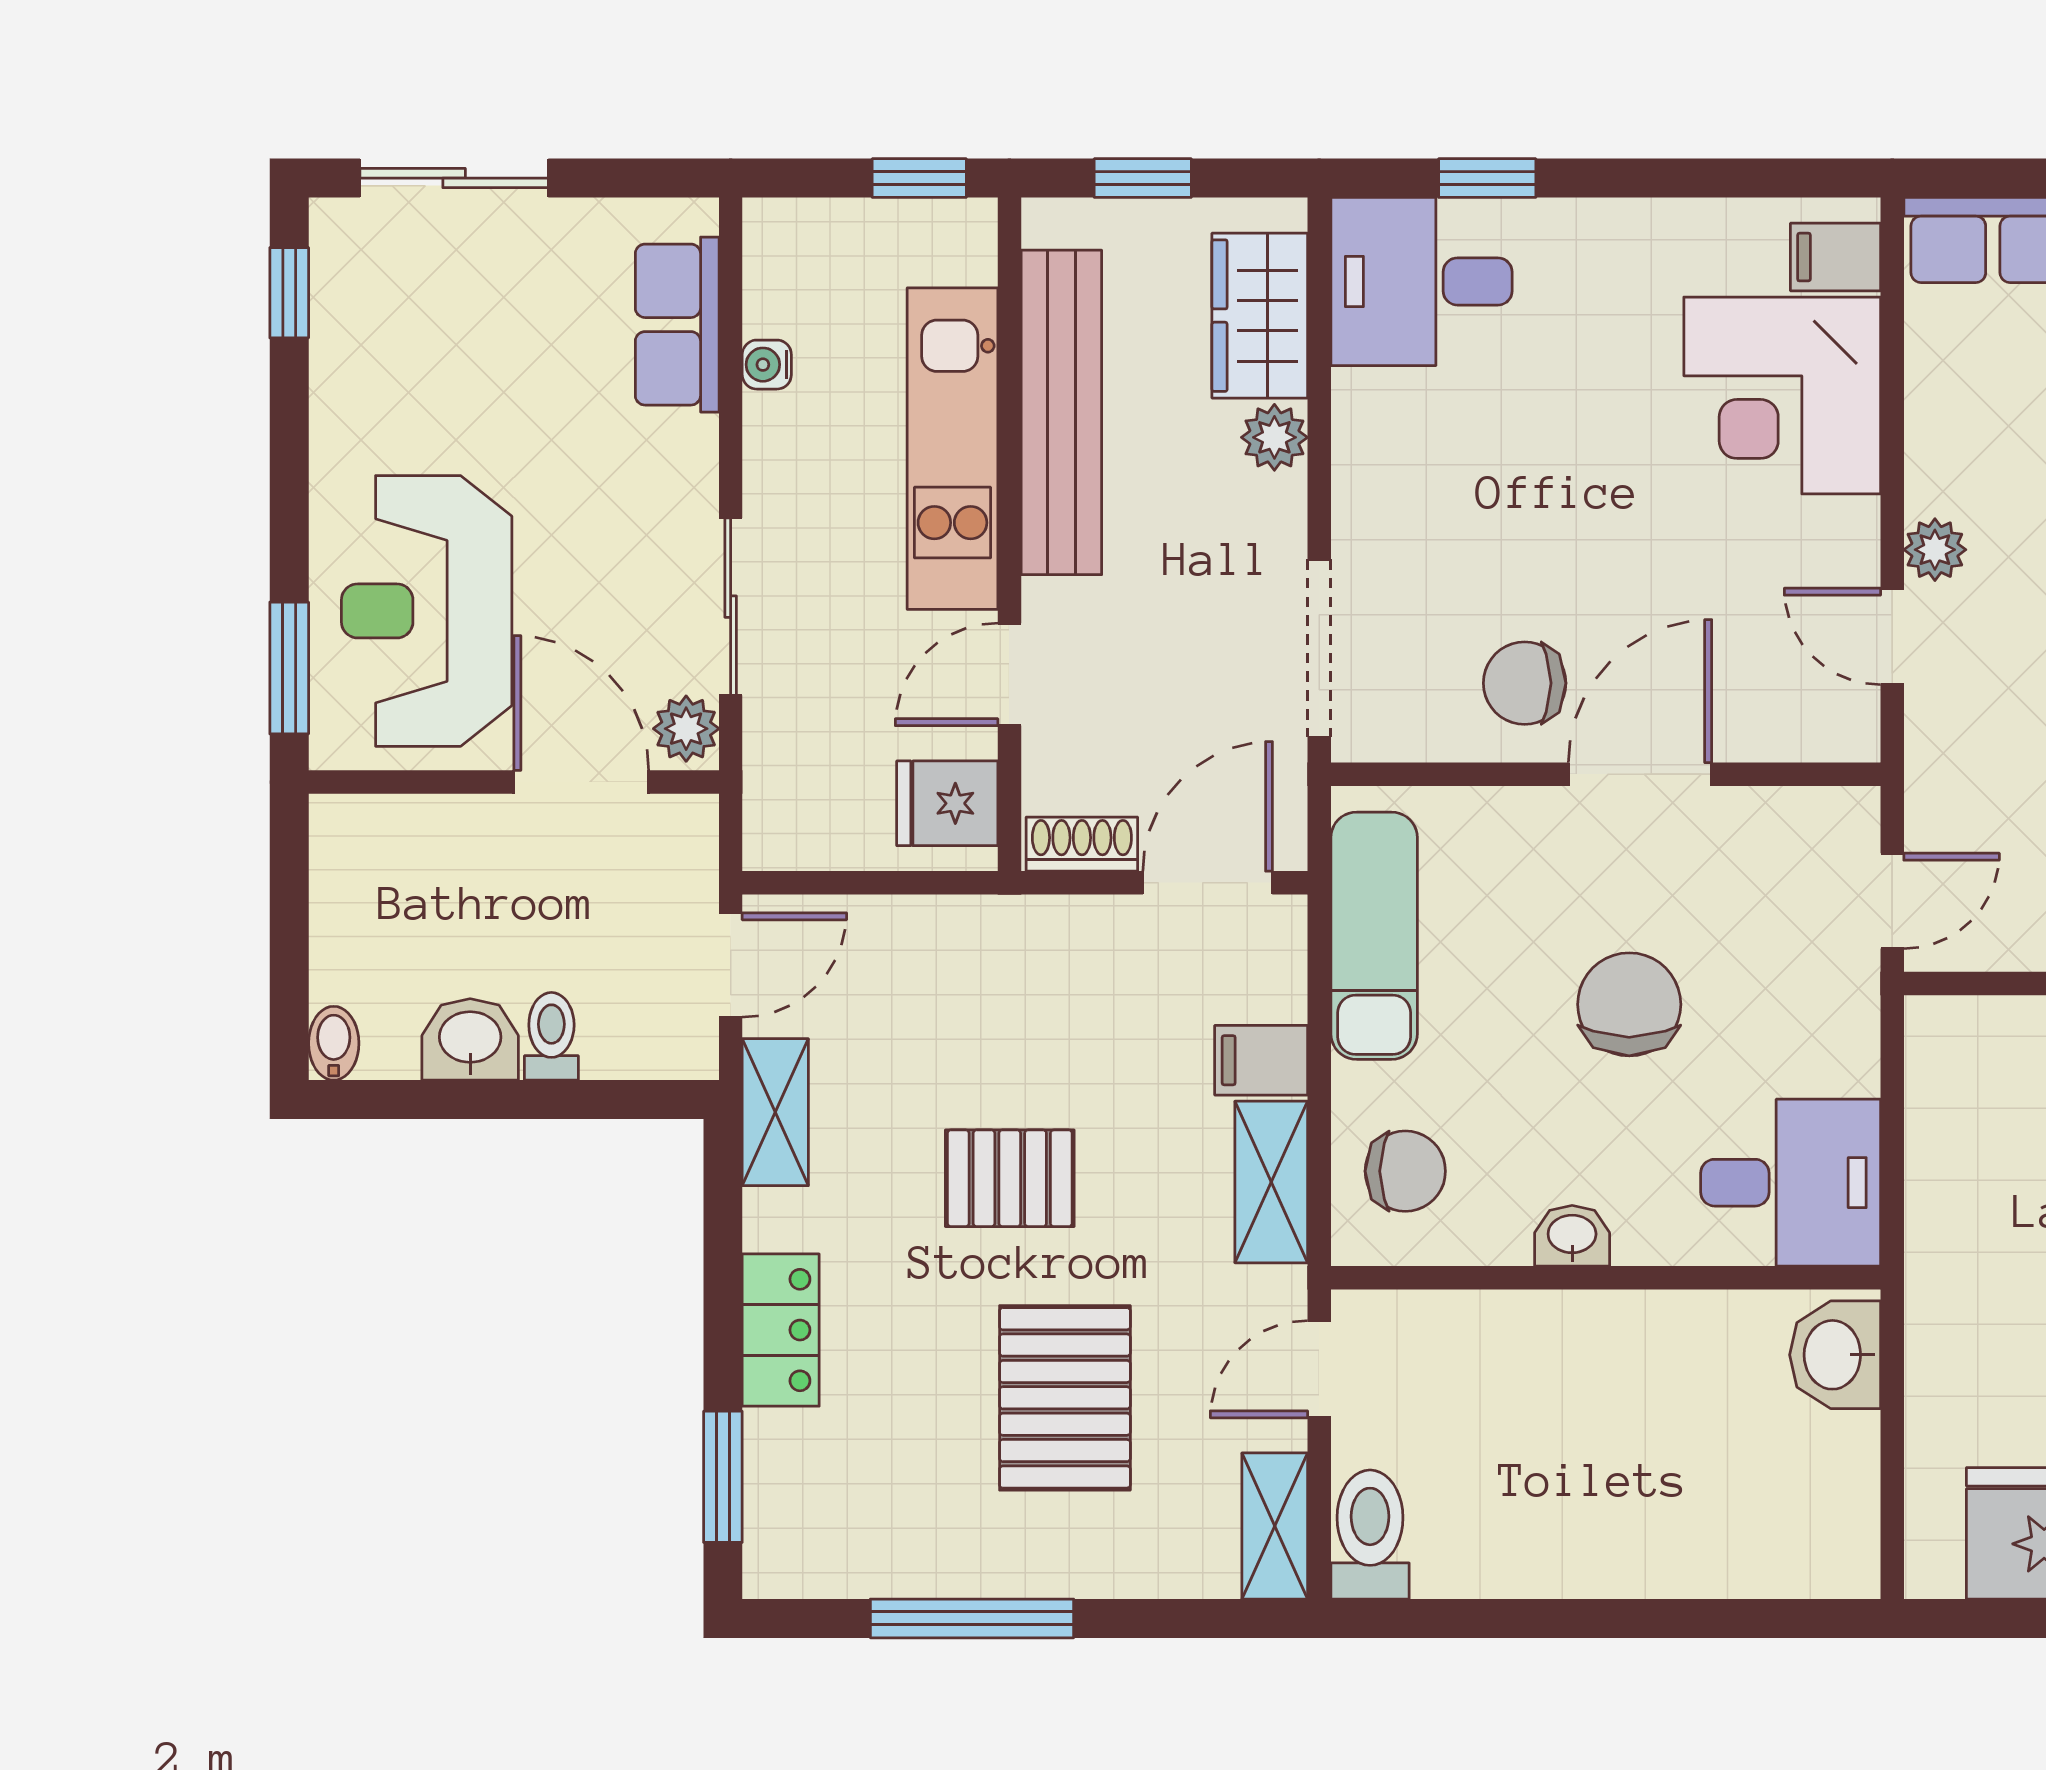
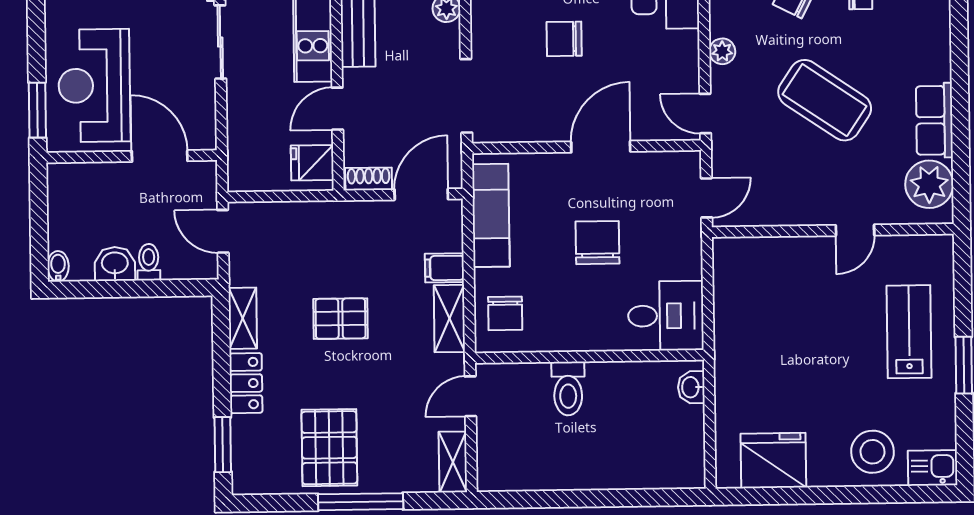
sliding door: (731, 607) -> (220, 42), moved
door: (1892, 636) -> (705, 114), moved
chair: (1525, 683) -> (564, 39), moved
plant: (686, 729) -> (203, 133), removed
door: (731, 965) -> (223, 231), swing flipped
shelving: (775, 1112) -> (243, 318), moved
chair: (1405, 1171) -> (505, 313), turned 90
washbasin: (1572, 1236) -> (575, 339), removed
washbasin: (1835, 1355) -> (691, 387), width x0.72, depth x0.69
pallet: (1065, 1398) -> (329, 448), moved
toilet: (1370, 1535) -> (568, 389), moved, turned 180
window: (972, 1618) -> (361, 502), moved

